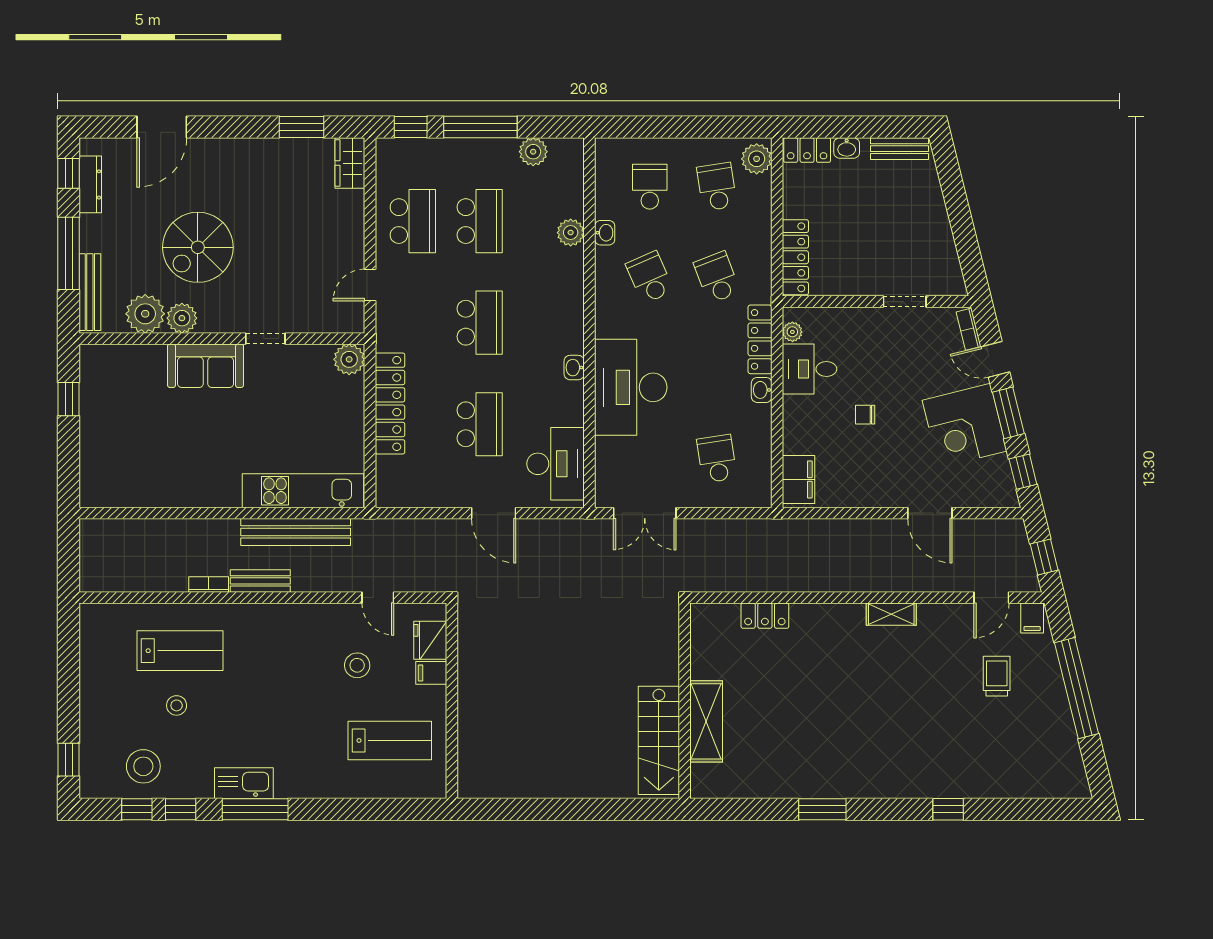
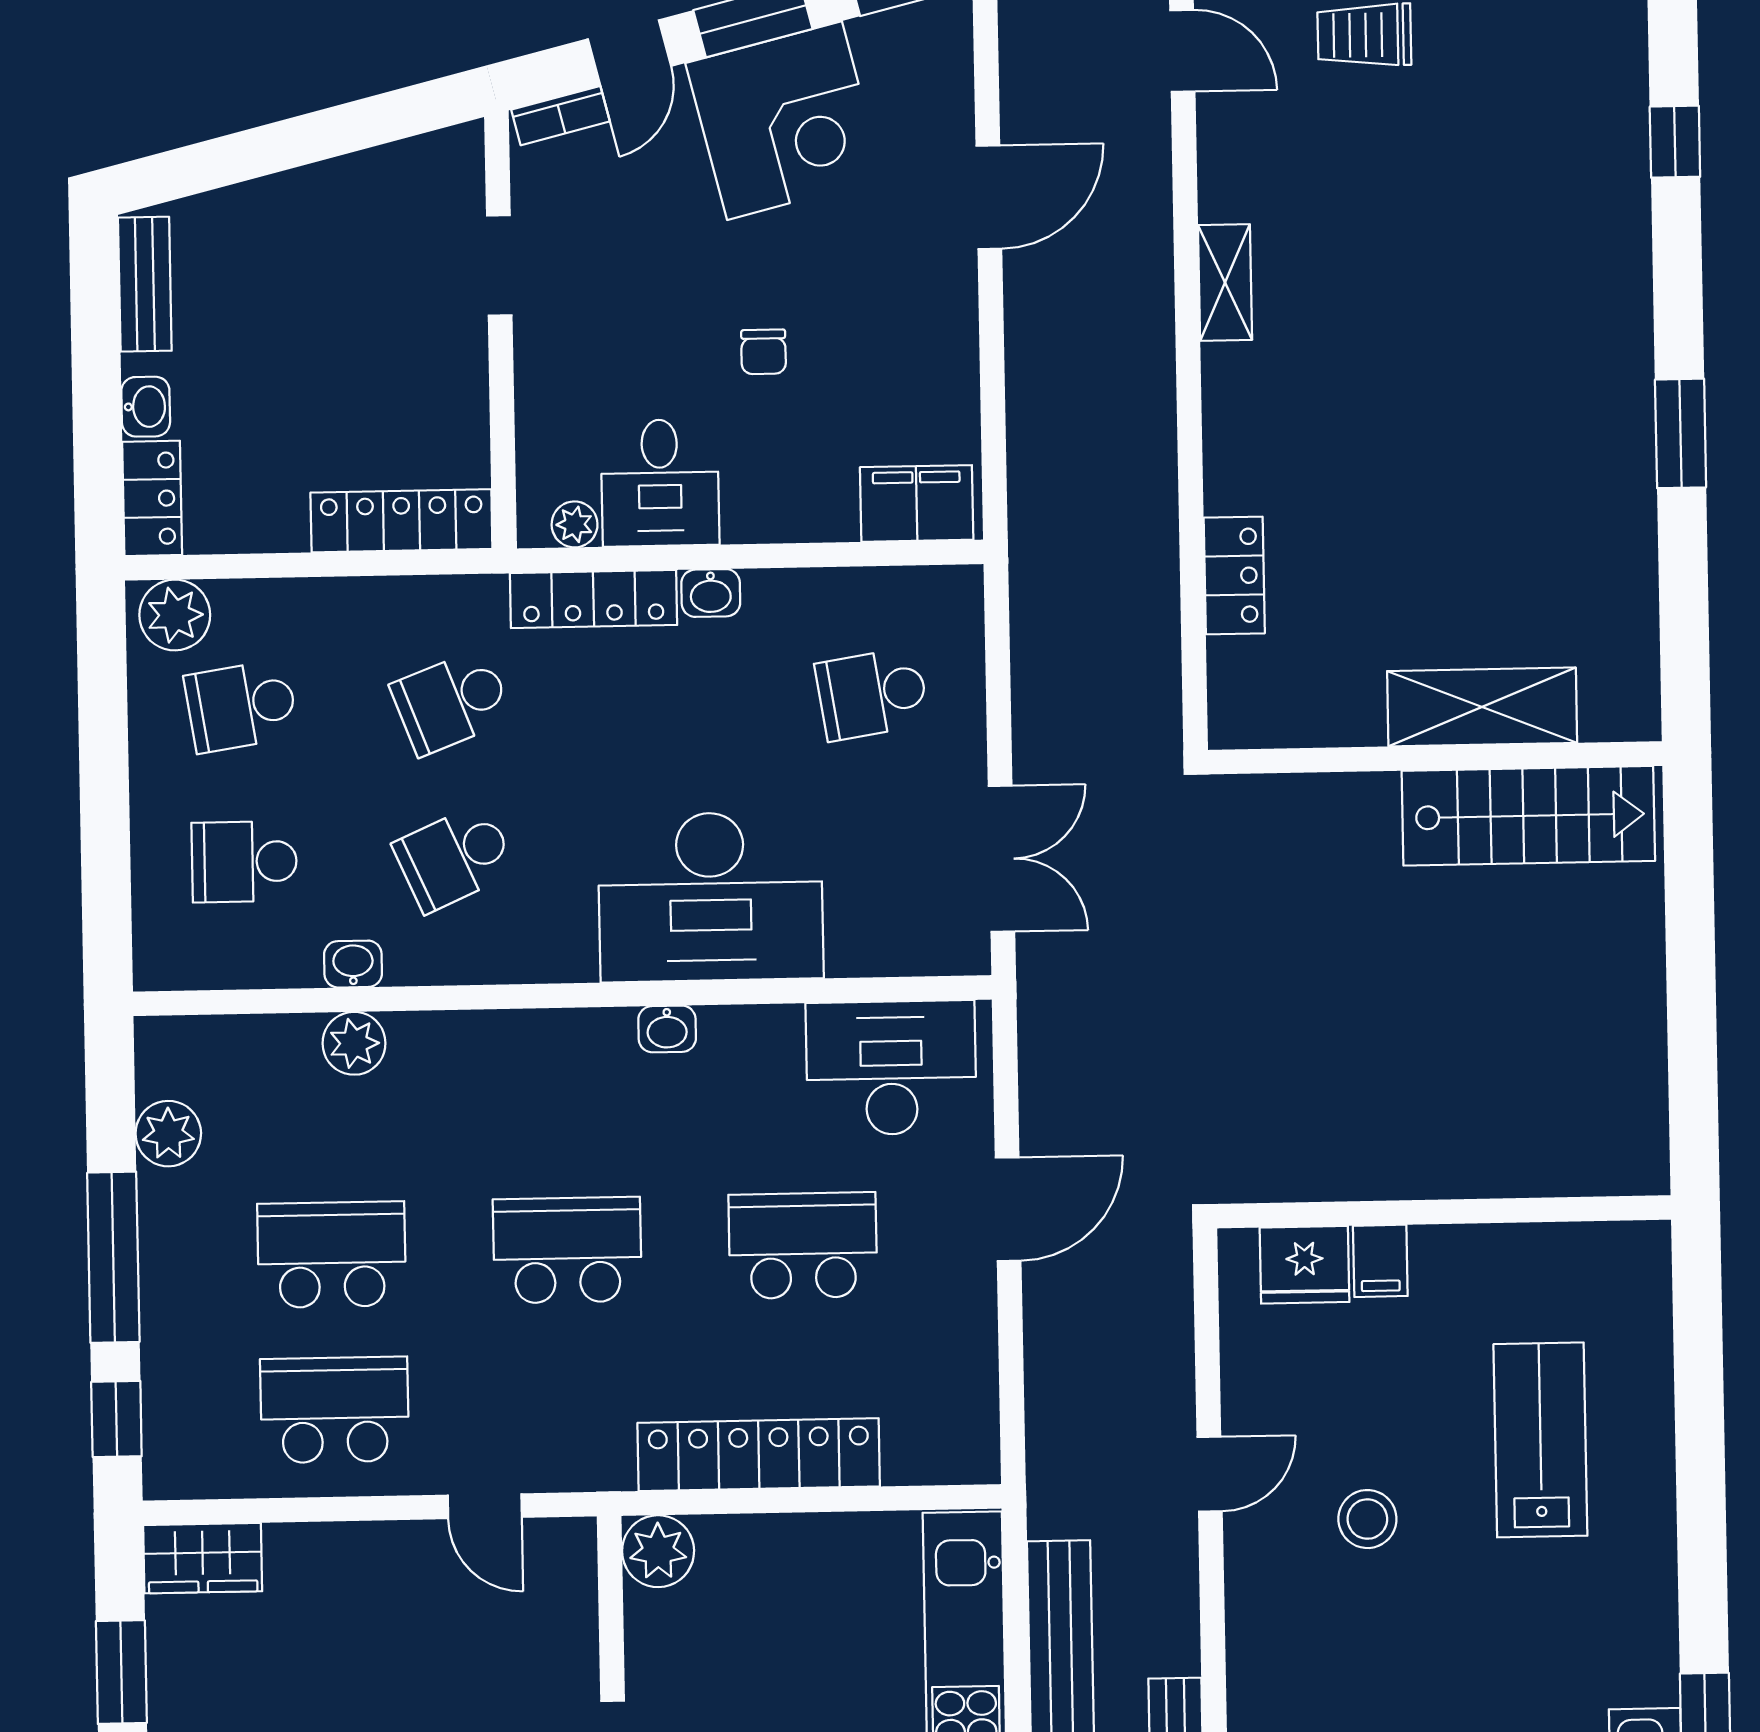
fridge: (430, 640) -> (1305, 1265), moved
filing cabinet: (431, 673) -> (1380, 1261), moved
wall: (452, 701) -> (1444, 1212), moved

